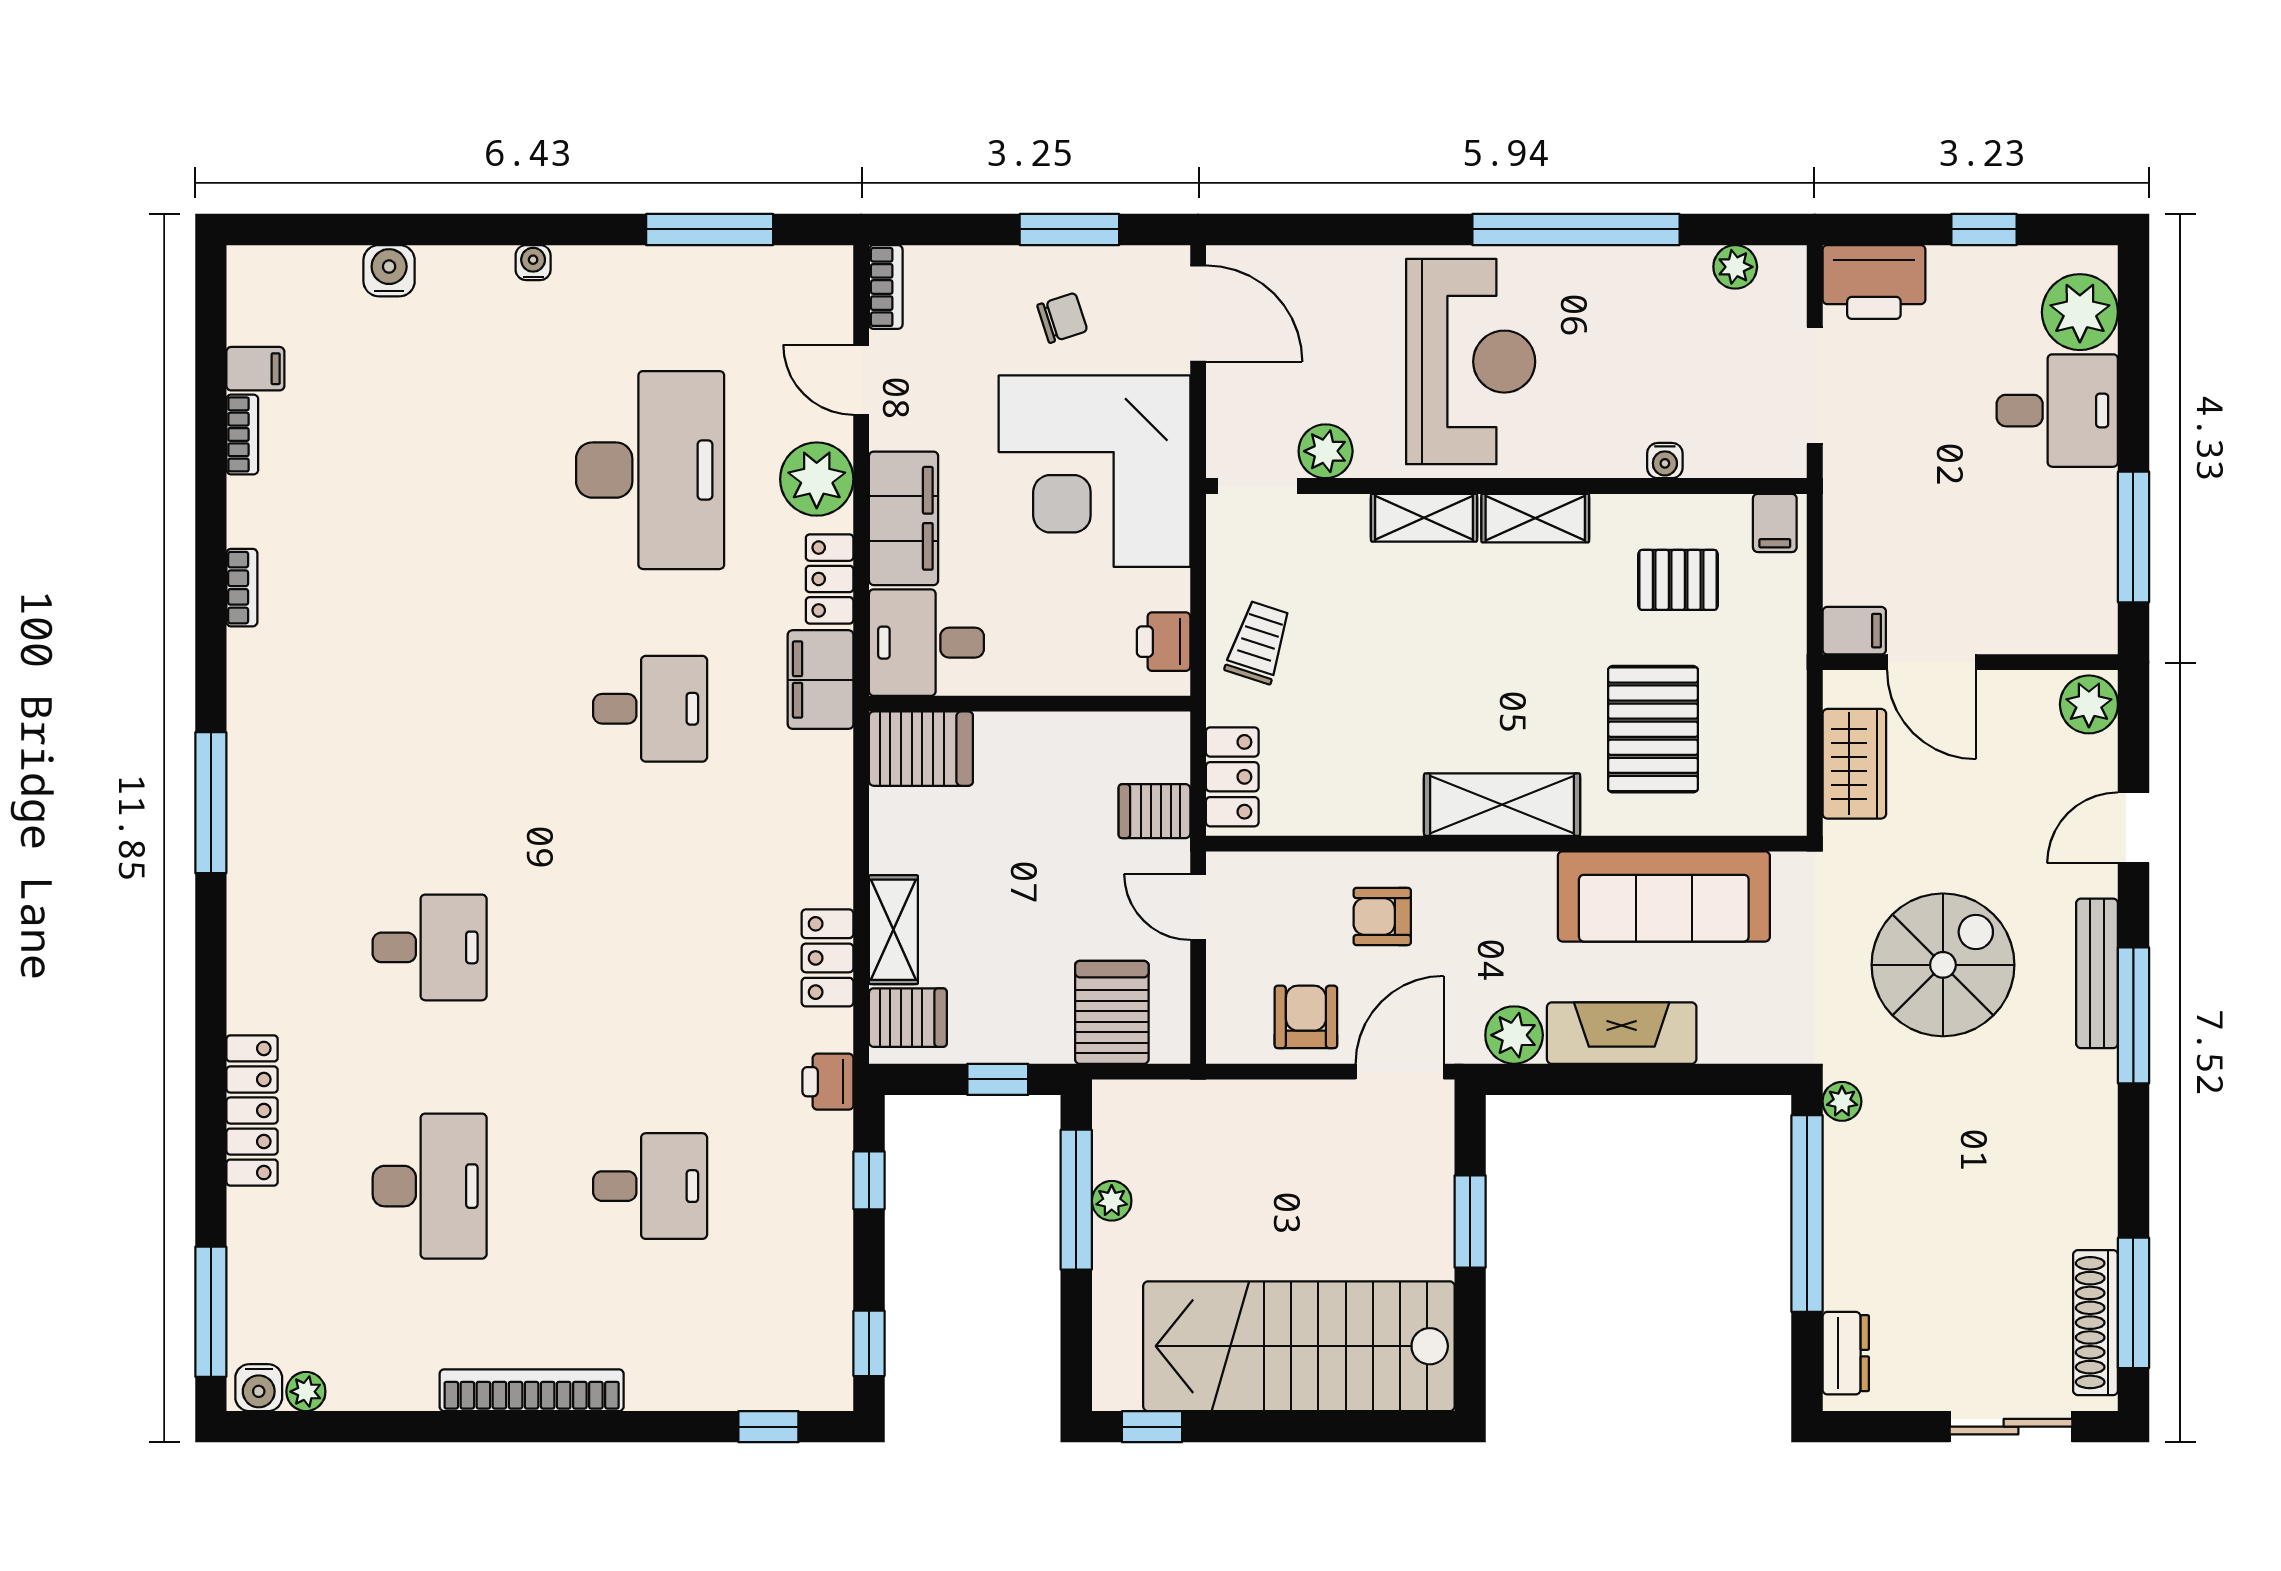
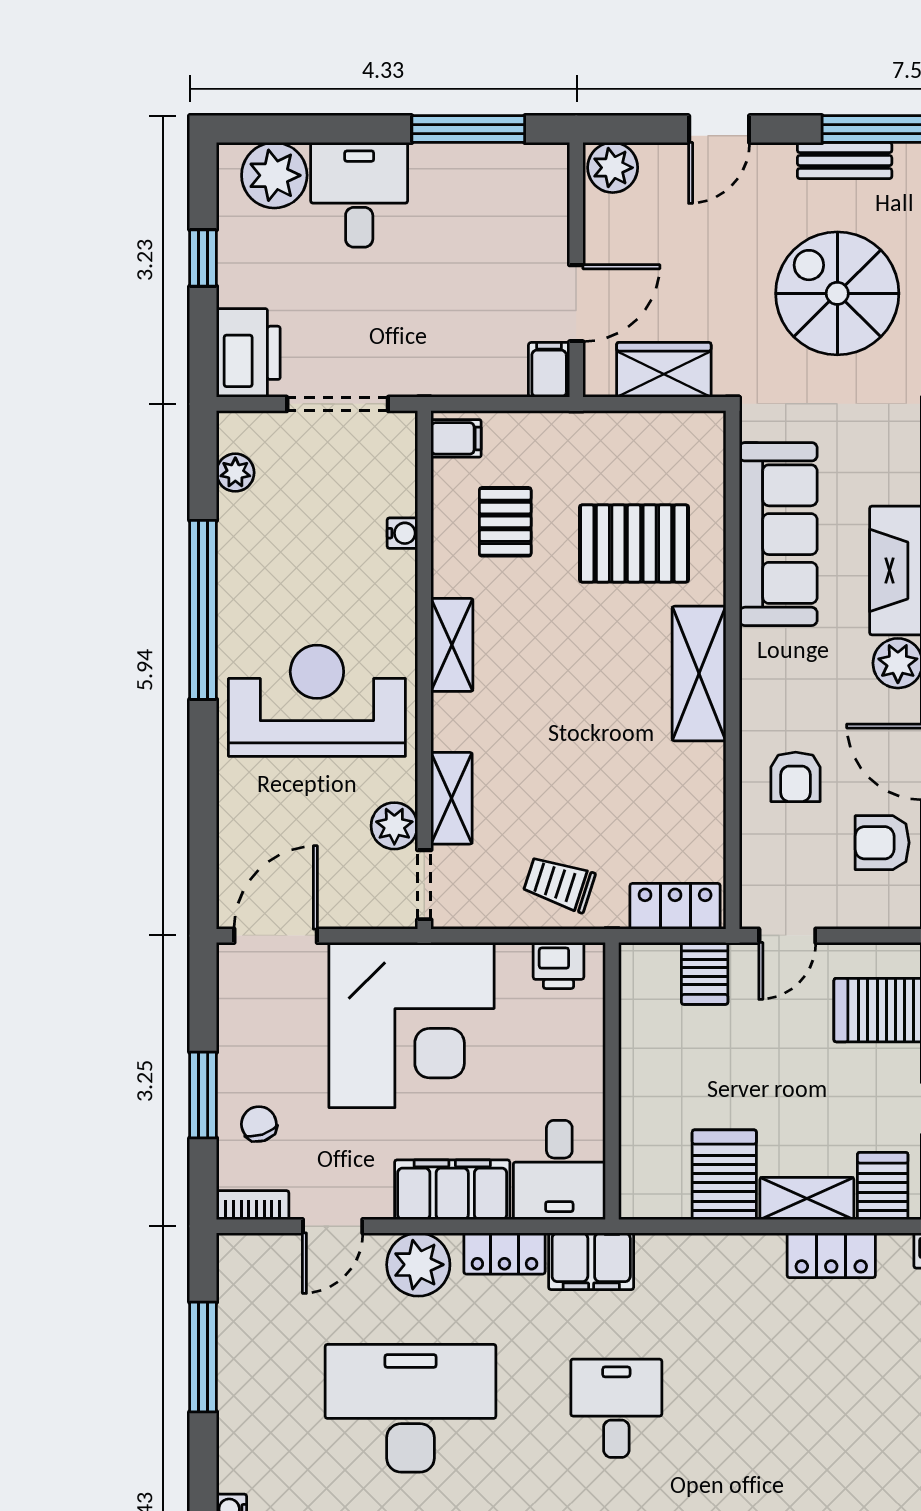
window: (1069, 229) -> (203, 1095), moved
chair: (1062, 318) -> (259, 1124), moved
shelving: (1424, 518) -> (452, 798), moved
server rack: (921, 749) -> (724, 1175), moved
door: (2133, 828) -> (719, 129), hinge flipped
bench: (2097, 973) -> (845, 161), width x0.73

